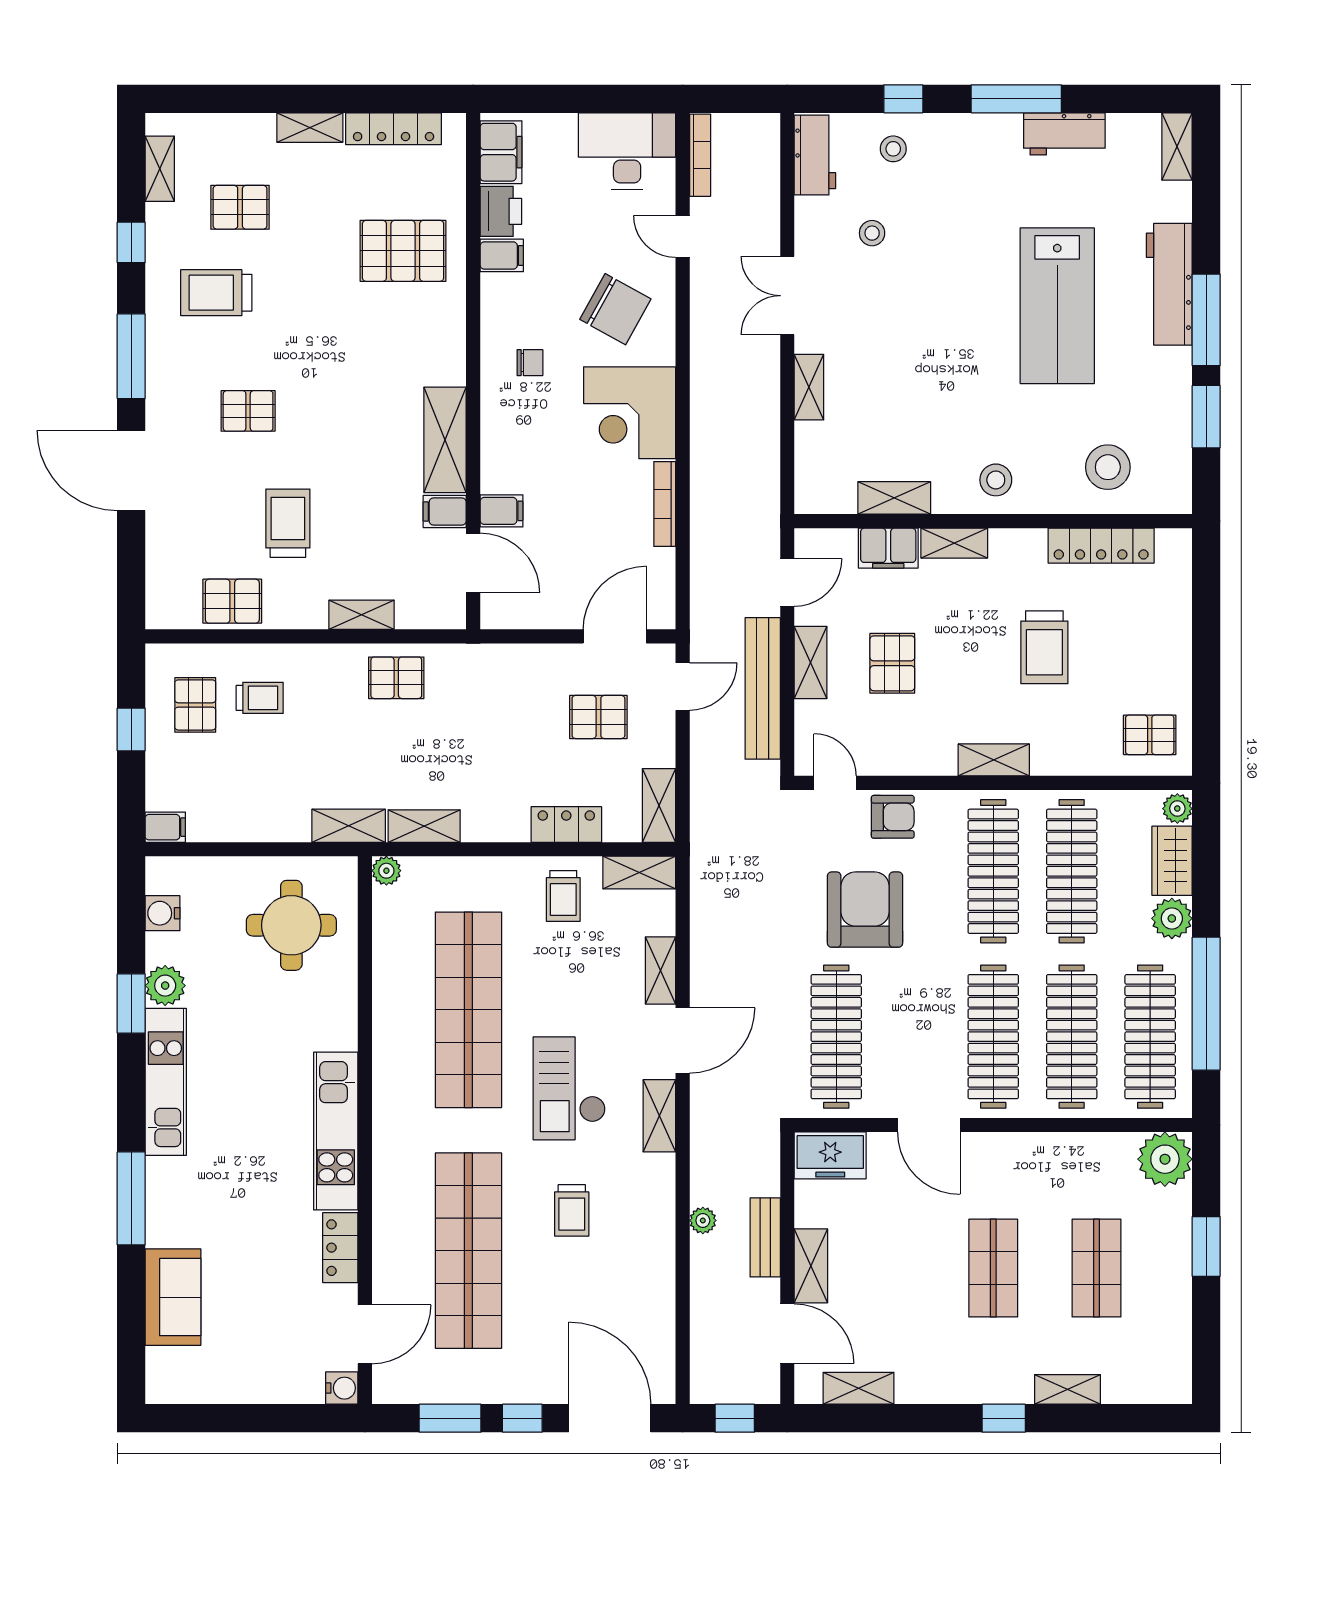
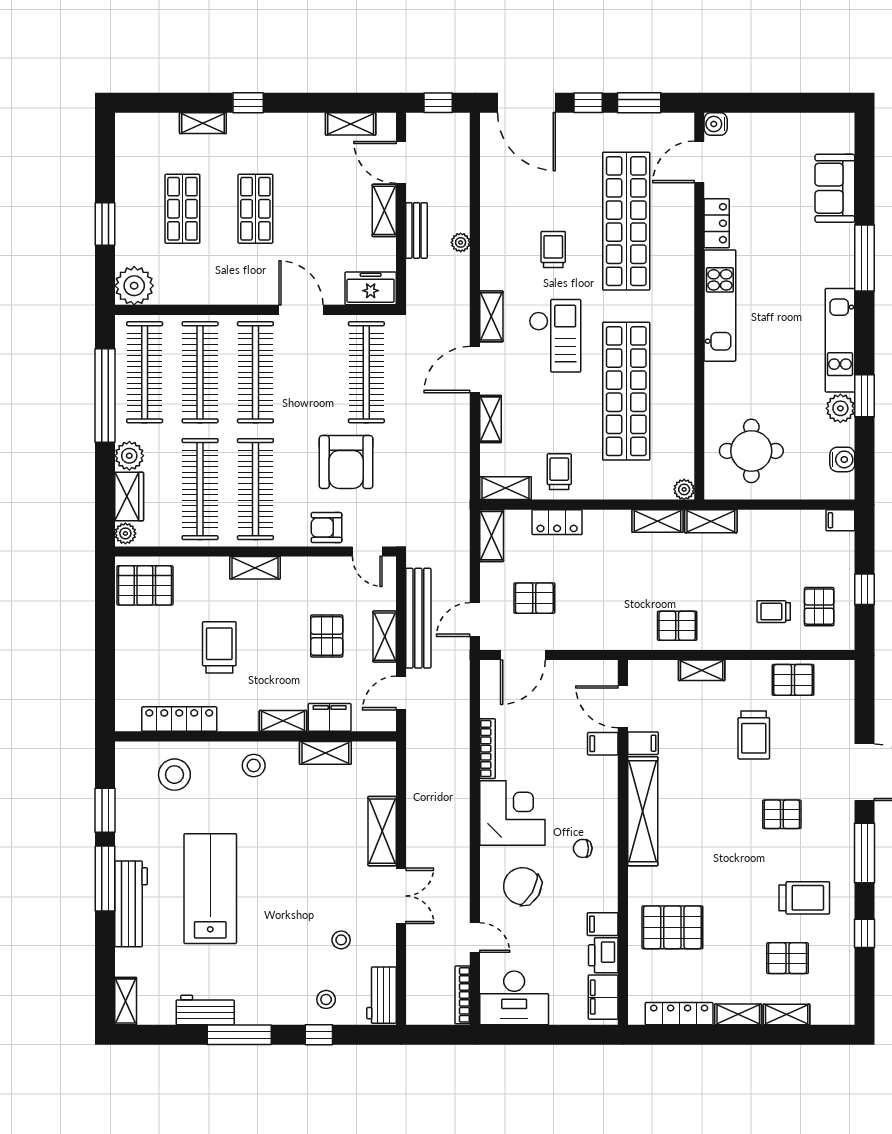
shelving: (160, 169) -> (787, 1014), moved, turned 90
shelving: (809, 387) -> (382, 831), width x1.50, depth x1.33
shelving: (445, 440) -> (643, 811), width x1.47
pallet: (1150, 735) -> (145, 585), width x1.50, depth x1.42

